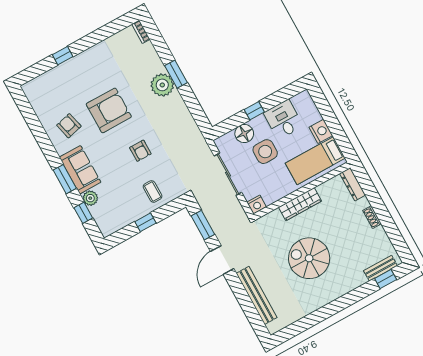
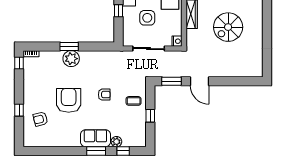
window: (121, 23) -> (19, 63), added
armchair: (69, 126) -> (40, 119), moved
floor lamp: (244, 134) -> (129, 25), removed
bench: (257, 295) -> (233, 72), removed

